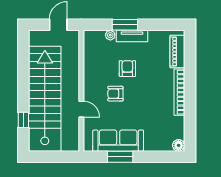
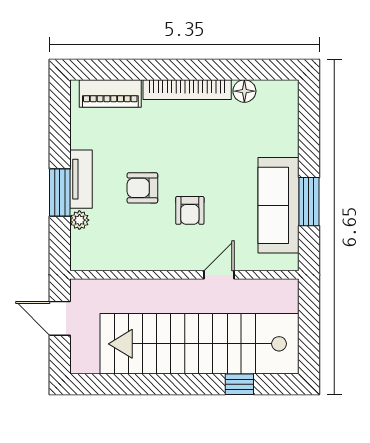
floor lamp: (179, 145) -> (244, 91), moved

